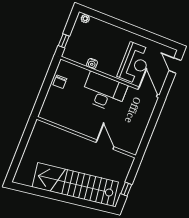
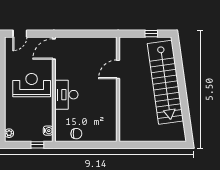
reception desk: (135, 63) -> (32, 85), moved
water cooler: (92, 64) -> (48, 131), moved
desk: (104, 92) -> (66, 95), width x0.73, depth x0.77

